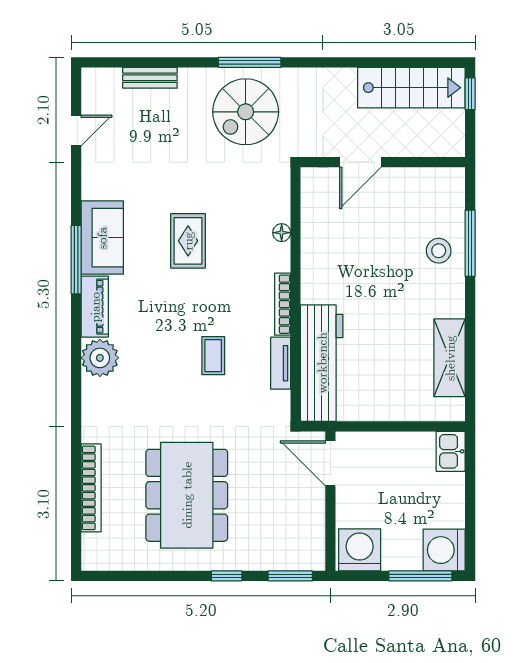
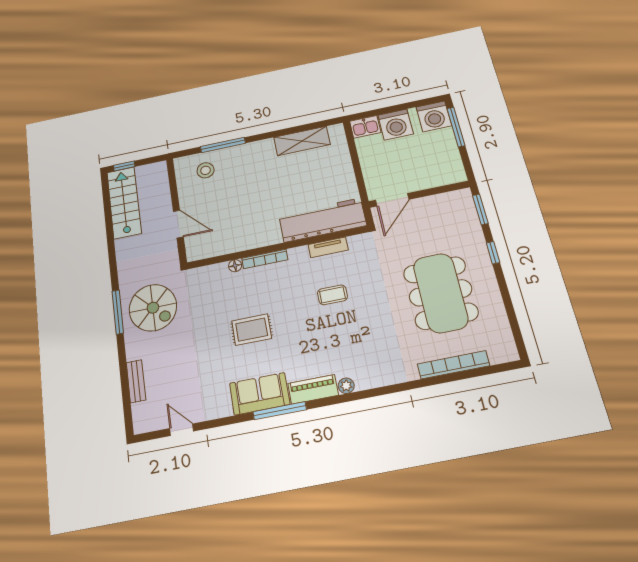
stool: (439, 251) -> (206, 170), moved
bookcase: (283, 304) -> (265, 259), moved
plant: (100, 358) -> (346, 386), width x0.53, depth x0.53
dining table: (187, 495) -> (441, 293), turned 90
washing machine: (360, 550) -> (396, 125), moved, turned -90

